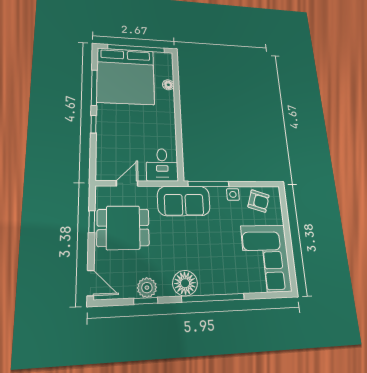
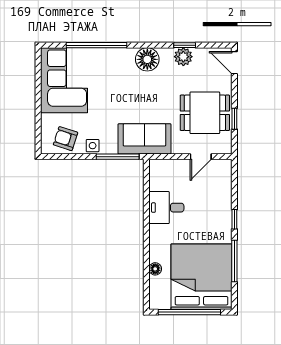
desk: (162, 165) -> (166, 208), moved, turned -90
window: (213, 298) -> (96, 45), moved

